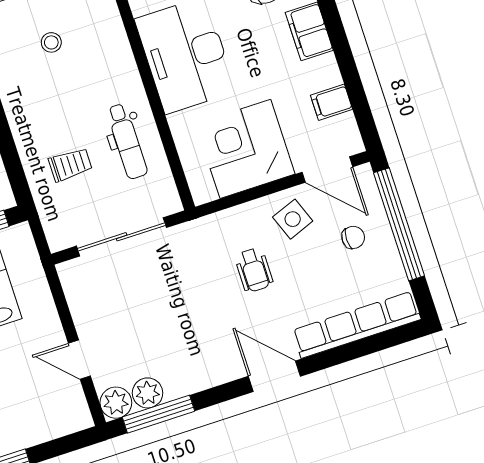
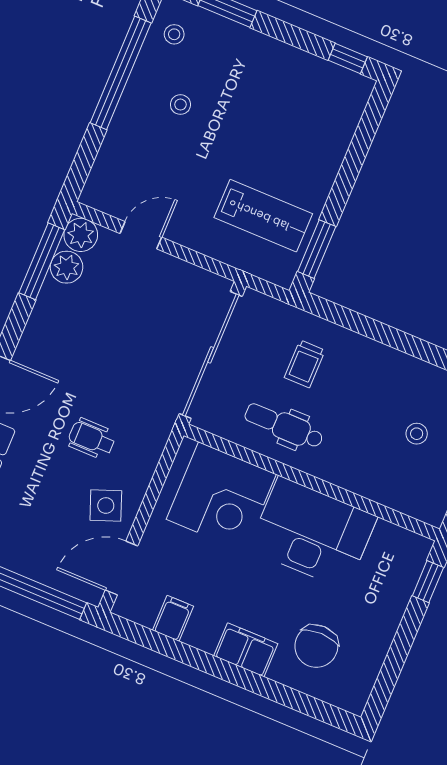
corner desk: (245, 149) -> (221, 497), moved, turned 90
sliding door: (122, 237) -> (211, 355), width x1.36
chair: (353, 237) -> (49, 542), removed

